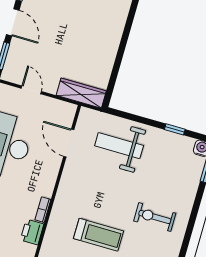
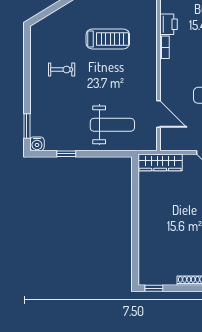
exercise bike: (155, 217) -> (62, 70), width x0.73, depth x0.72
treadmill: (99, 235) -> (108, 39), turned 180

